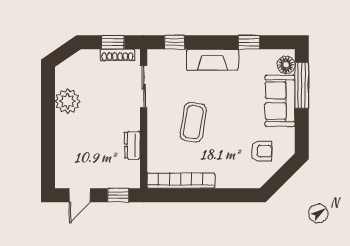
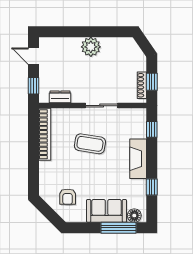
sliding door: (144, 87) -> (102, 106), moved
plant: (68, 101) -> (91, 47), moved
dresser: (132, 145) -> (60, 97), moved

